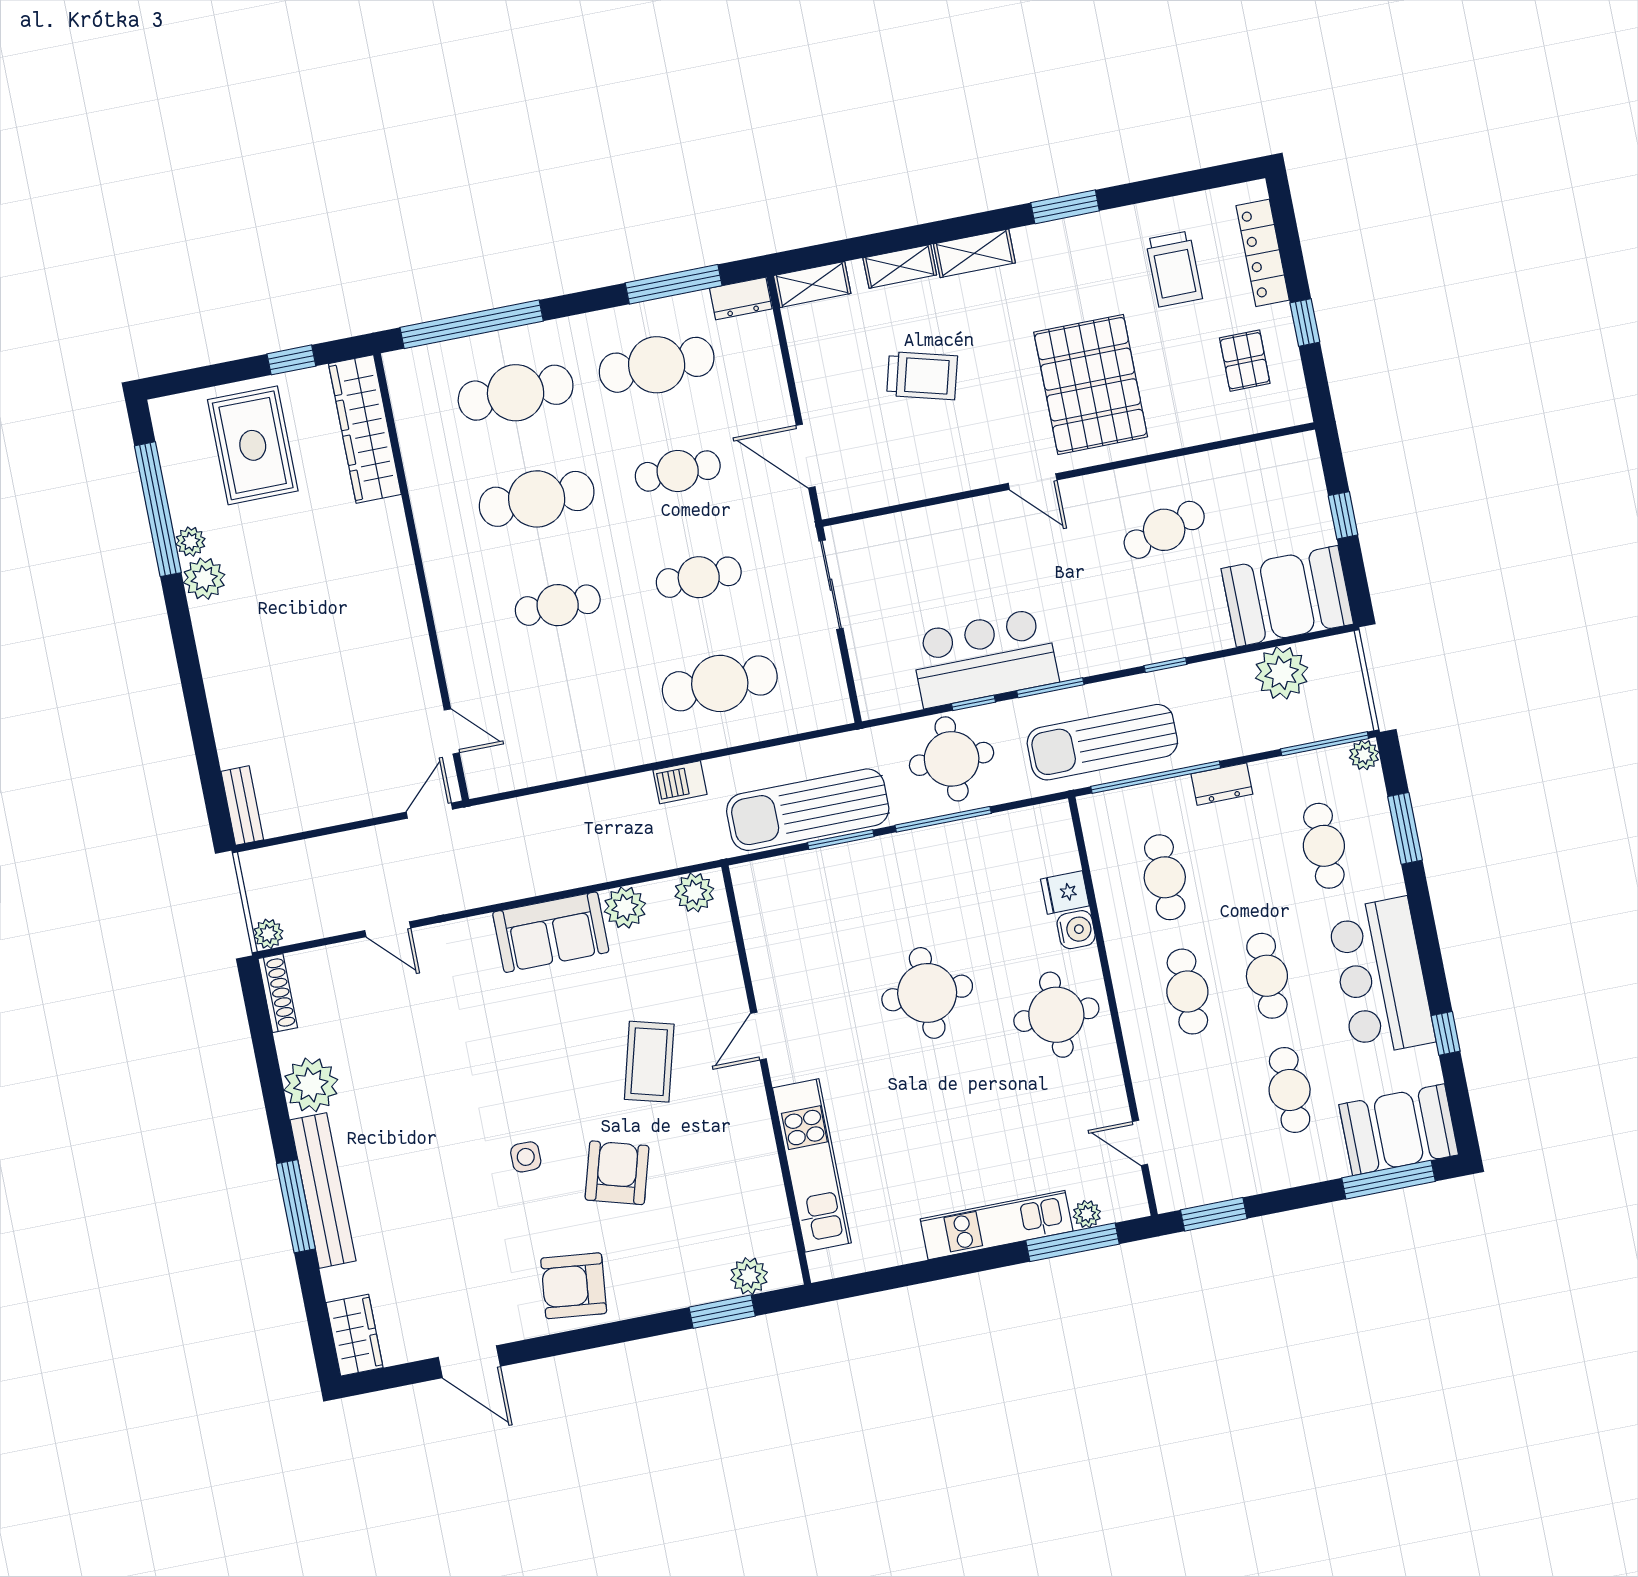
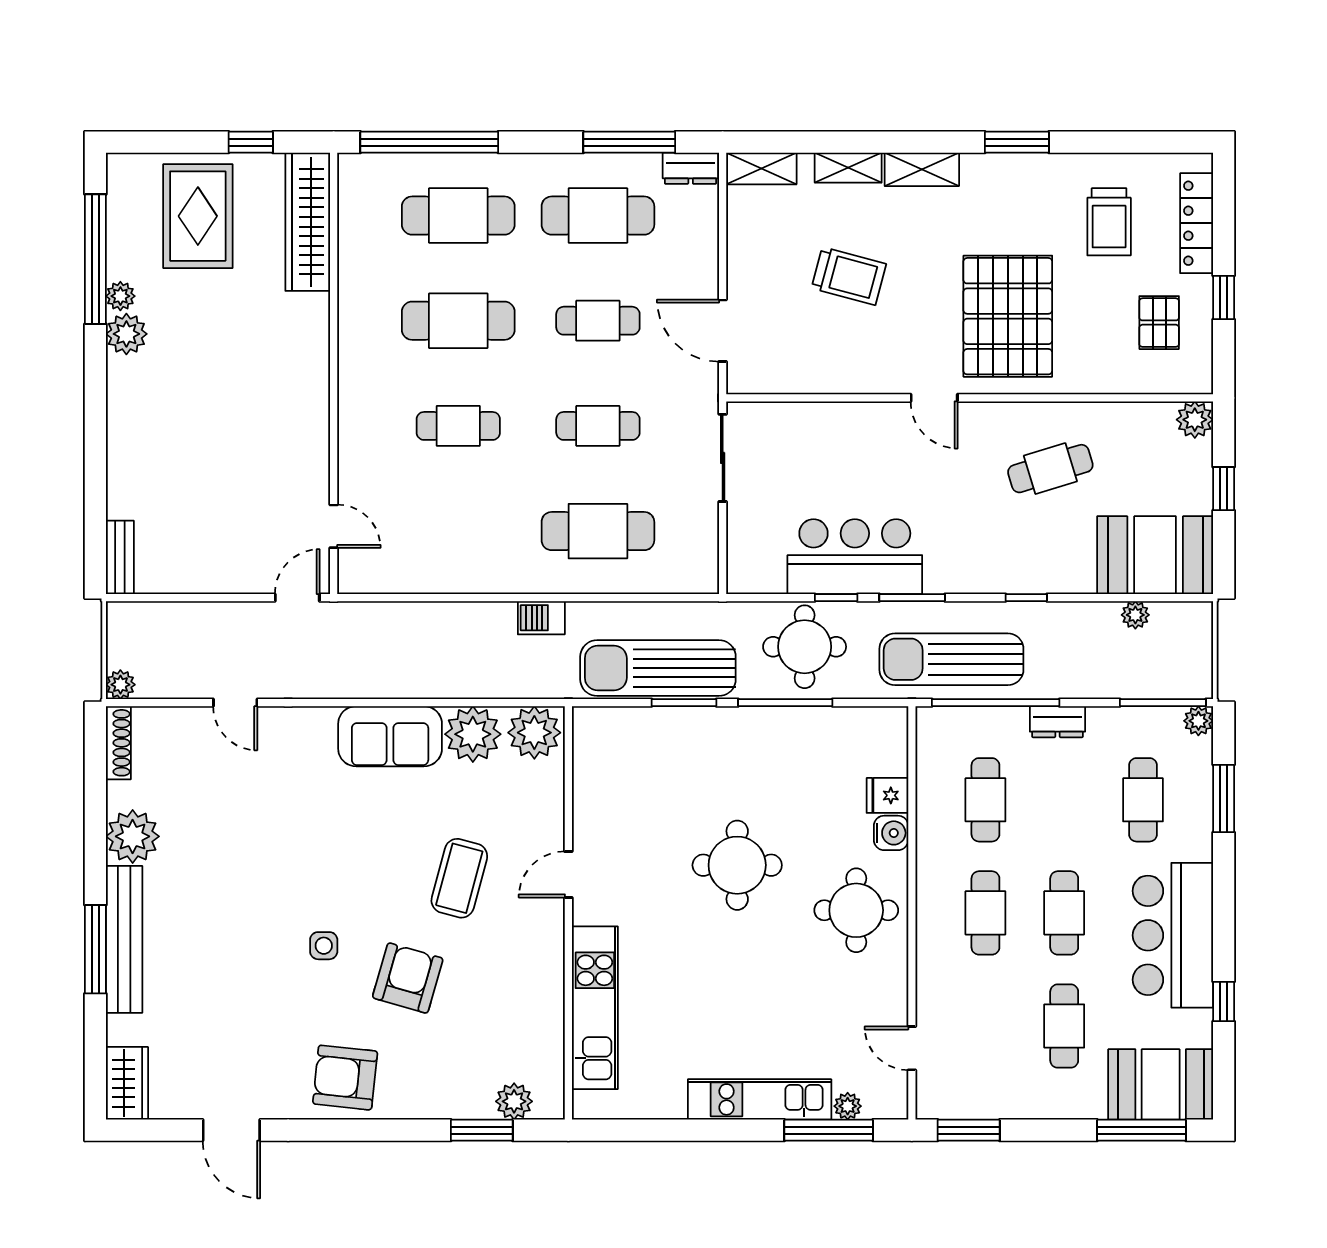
plant: (1300, 452) -> (1195, 420), added
plant: (1282, 673) -> (1135, 615), width x0.53, depth x0.53
plant: (694, 892) -> (534, 733), width x1.36, depth x1.36
plant: (625, 907) -> (473, 734), width x1.36, depth x1.36

